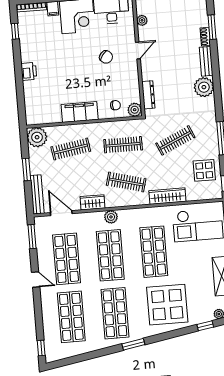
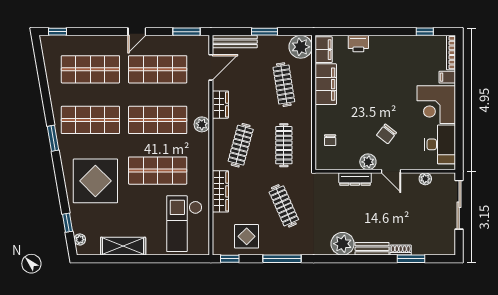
printer: (29, 71) -> (358, 44), moved
dresser: (148, 95) -> (355, 179), moved
plant: (135, 110) -> (368, 162), moved
filing cabinet: (80, 112) -> (326, 84), moved
filing cabinet: (38, 117) -> (324, 50), added

